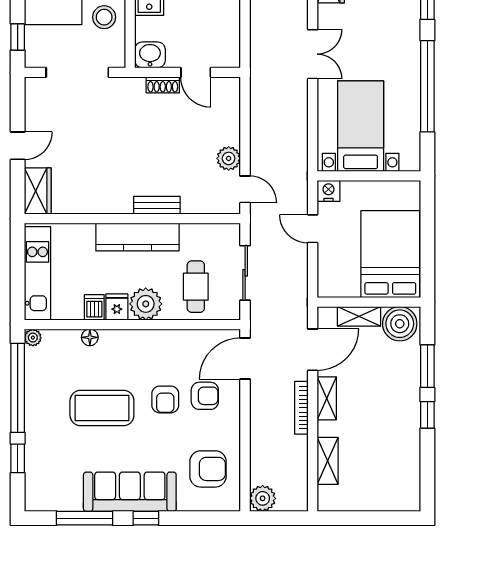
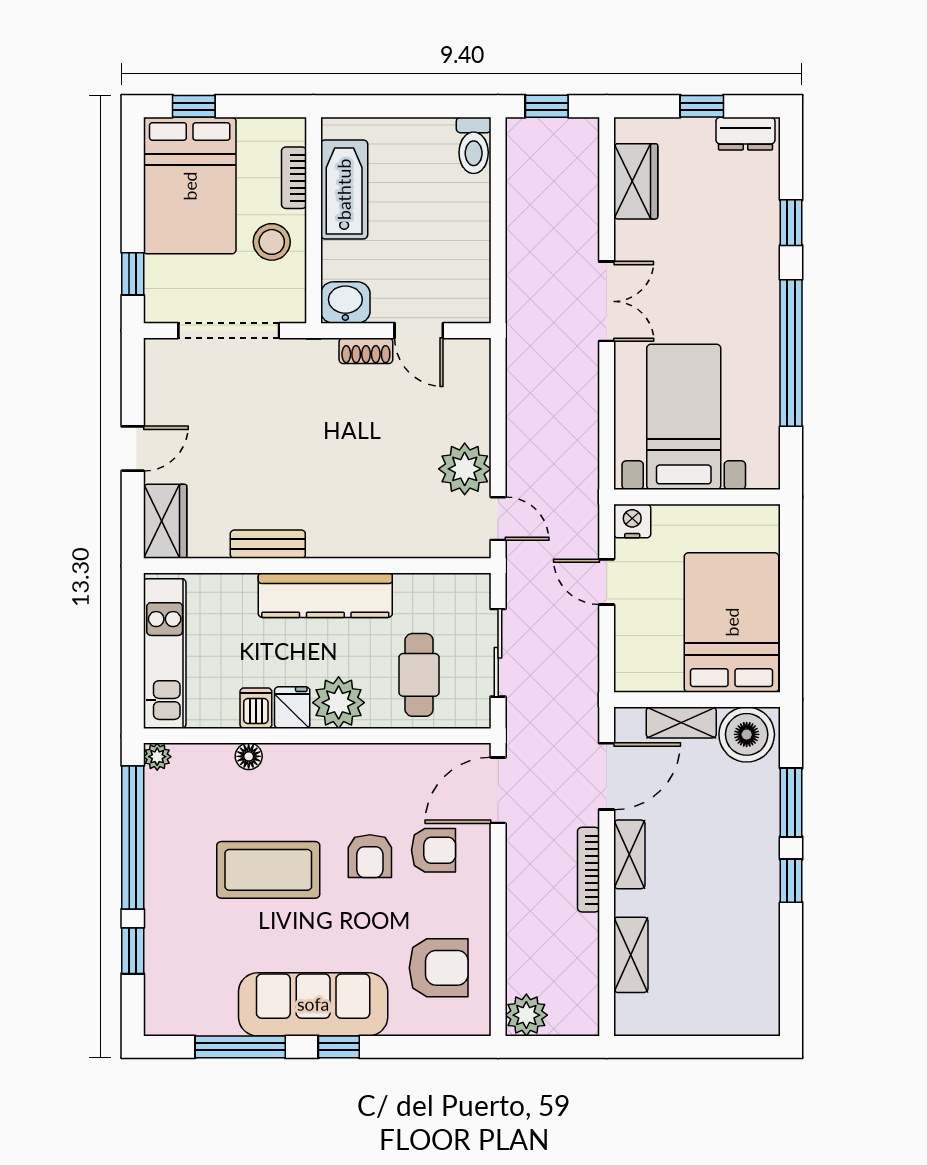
plant: (229, 158) -> (465, 469), width x1.36, depth x1.36
bench: (157, 205) -> (268, 544), moved

